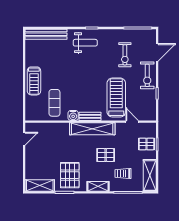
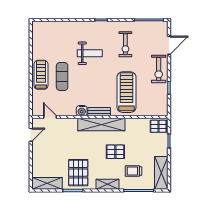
bench: (46, 34) -> (53, 26), removed
weight bench: (85, 43) -> (90, 53), moved
exercise bike: (125, 55) -> (125, 44), moved
treadmill: (34, 81) -> (41, 75), turned 180
exercise mat: (54, 103) -> (62, 76), moved
door: (132, 122) -> (50, 117), moved
pallet: (146, 144) -> (158, 126), moved

